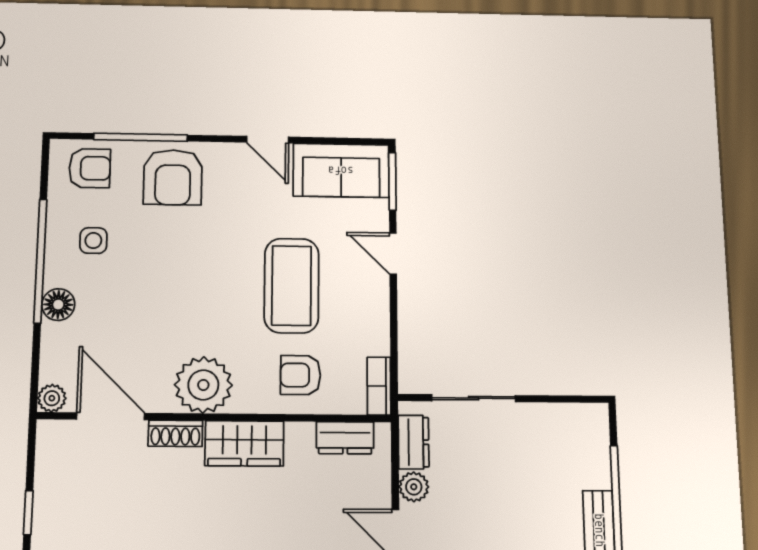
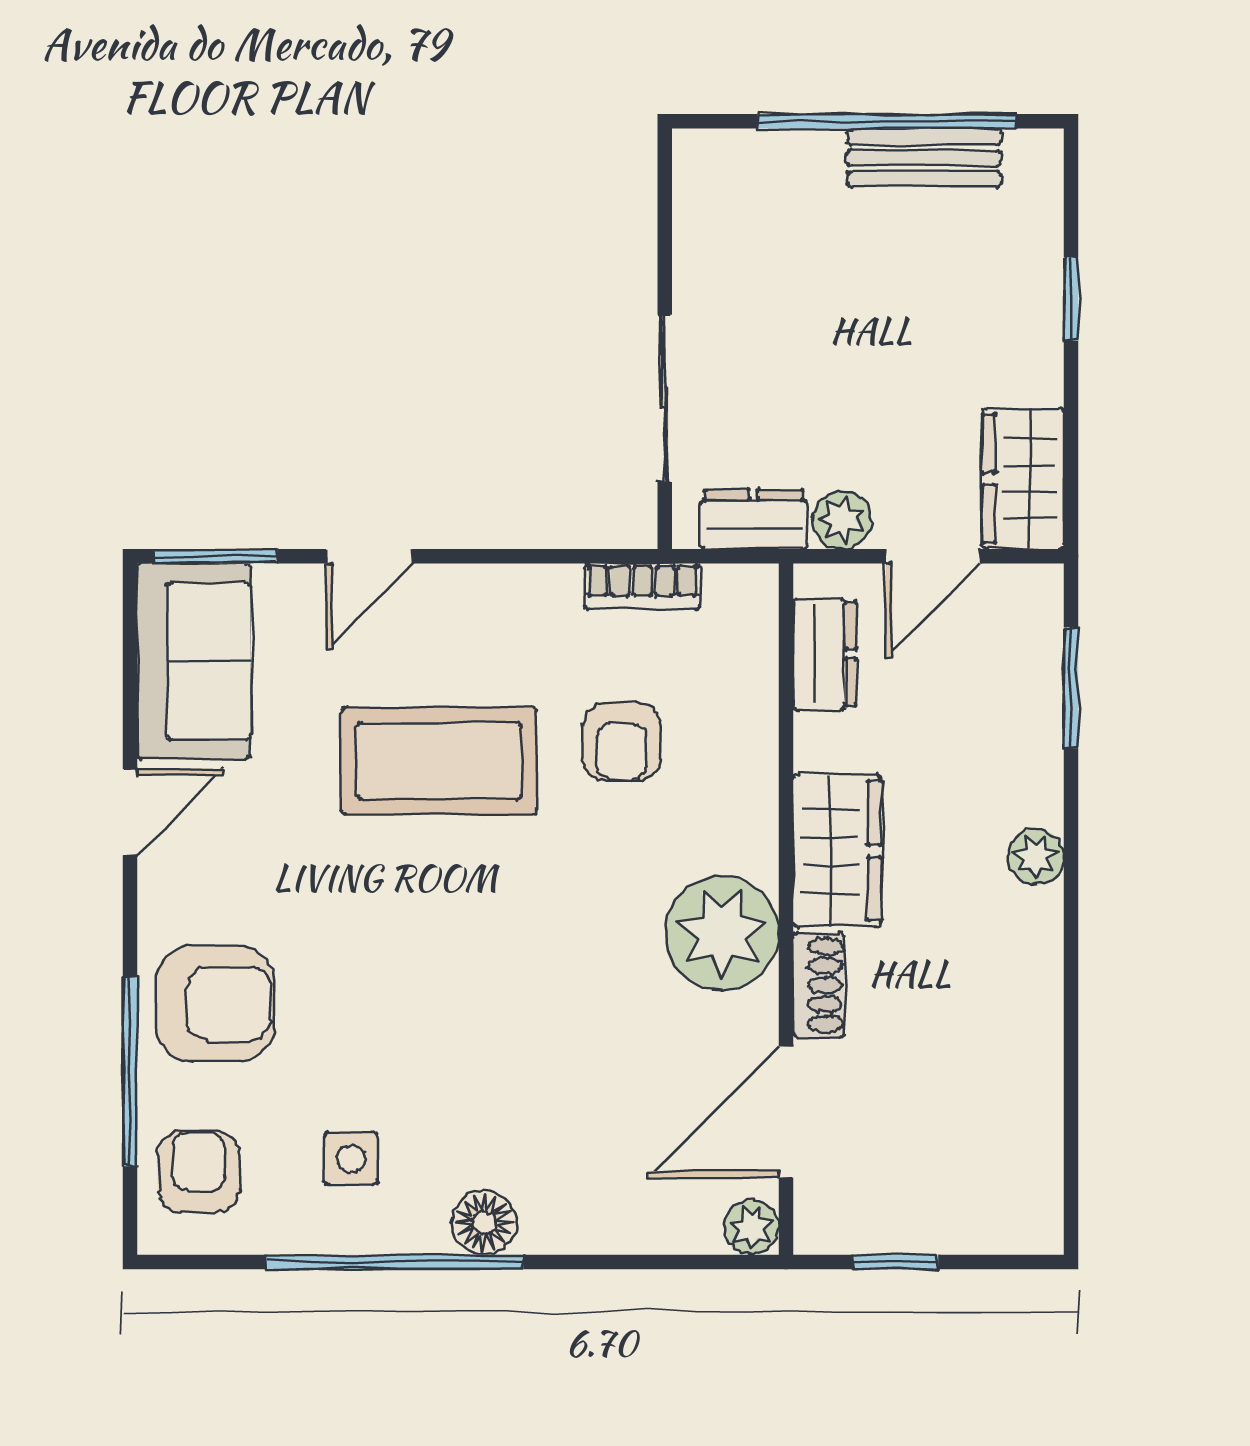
plant: (203, 385) -> (722, 933), moved
plant: (52, 398) -> (751, 1227), moved
door: (111, 416) -> (786, 1112), moved
wall: (215, 417) -> (786, 909), moved
shoe rack: (175, 433) -> (819, 985), moved
dresser: (345, 438) -> (825, 654), moved
wardrobe: (244, 443) -> (837, 851), moved

